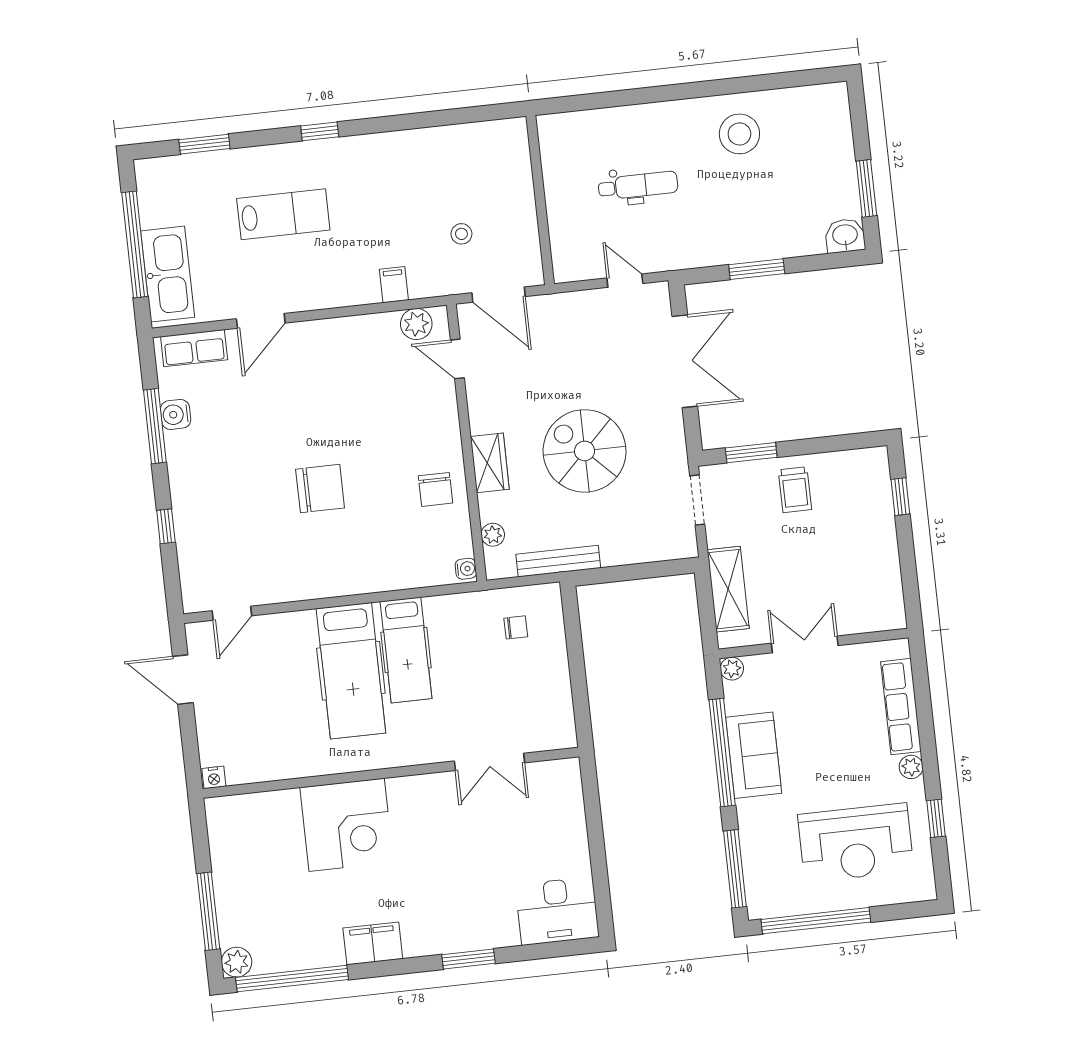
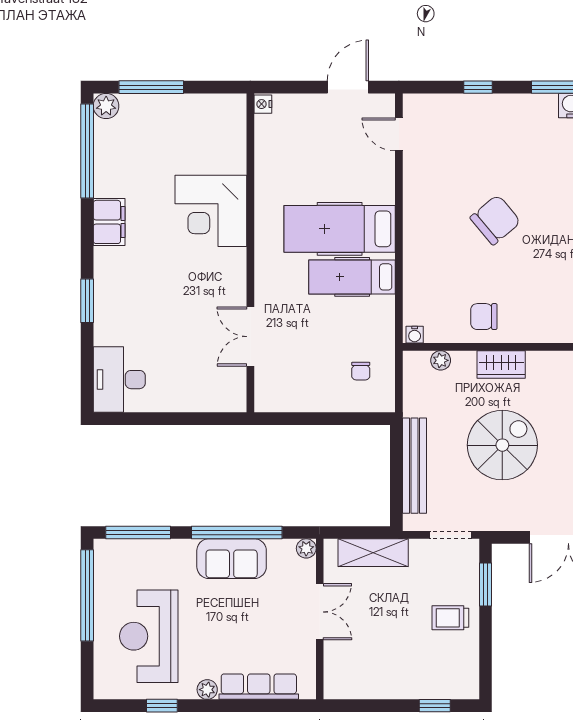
chair: (320, 489) -> (495, 220), turned -130
bench: (558, 561) -> (414, 466), moved, width x1.37, depth x1.21

